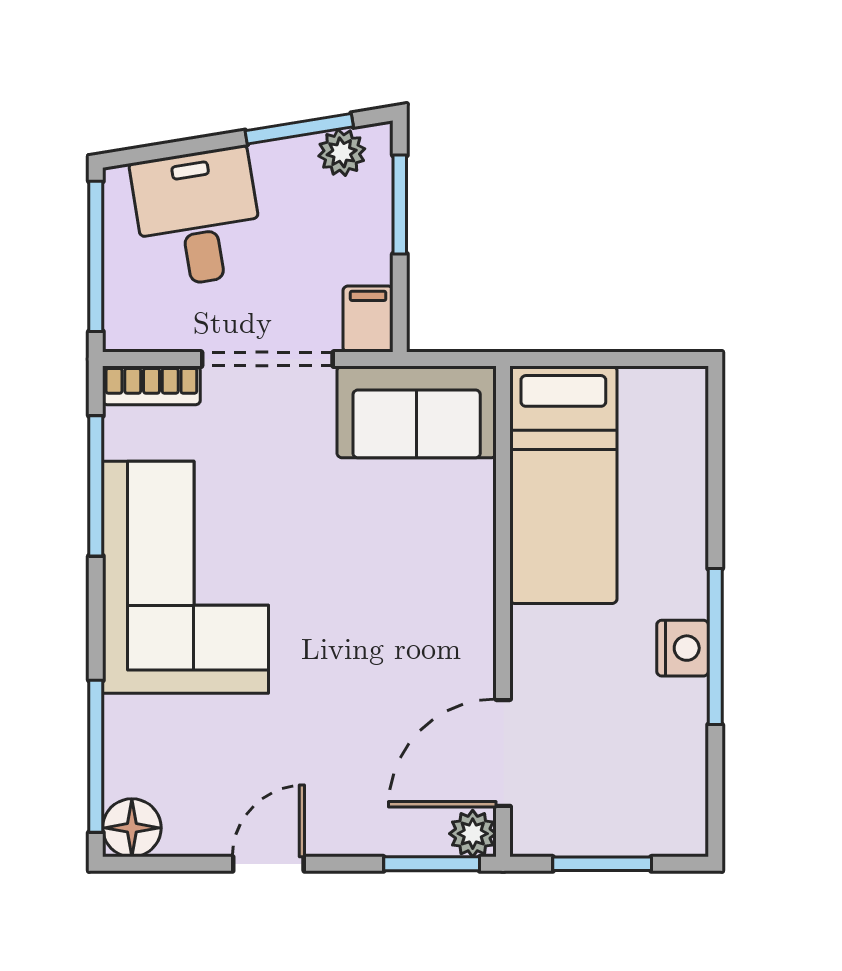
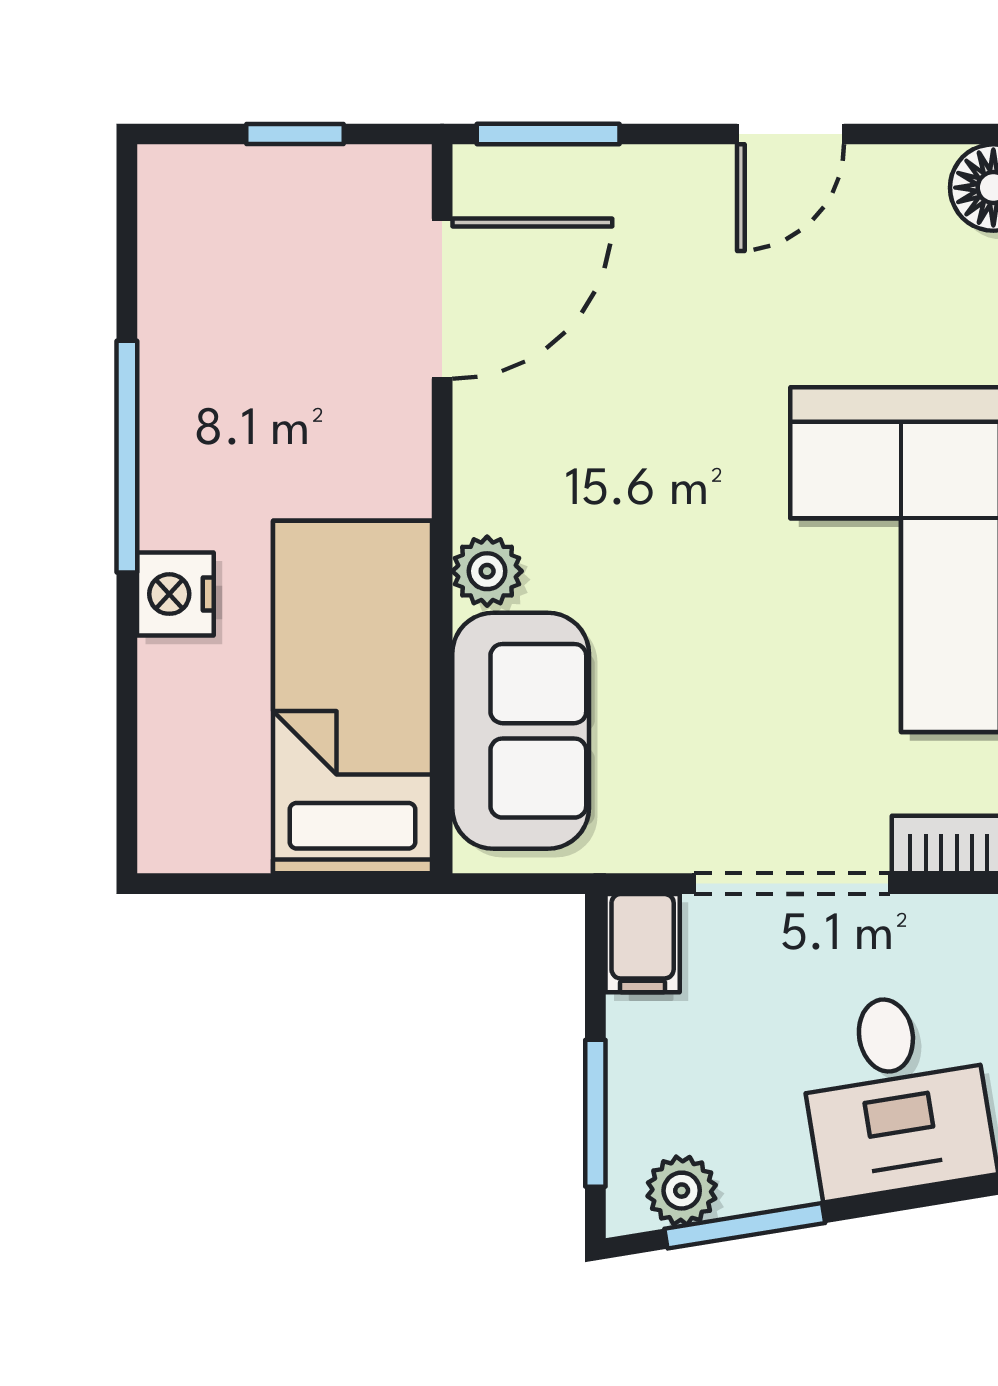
sofa: (417, 412) -> (521, 731), moved, turned 90
nightstand: (683, 648) -> (175, 594), moved
plant: (473, 834) -> (487, 571), moved
window: (602, 864) -> (295, 134), width x0.67

